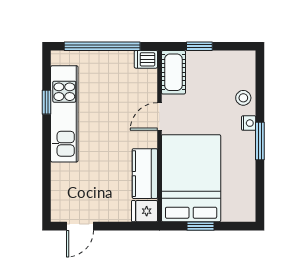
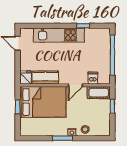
dishwasher: (146, 59) -> (93, 78), moved
kitchen unit: (64, 114) -> (59, 35), moved
door: (159, 116) -> (75, 85), swing flipped

